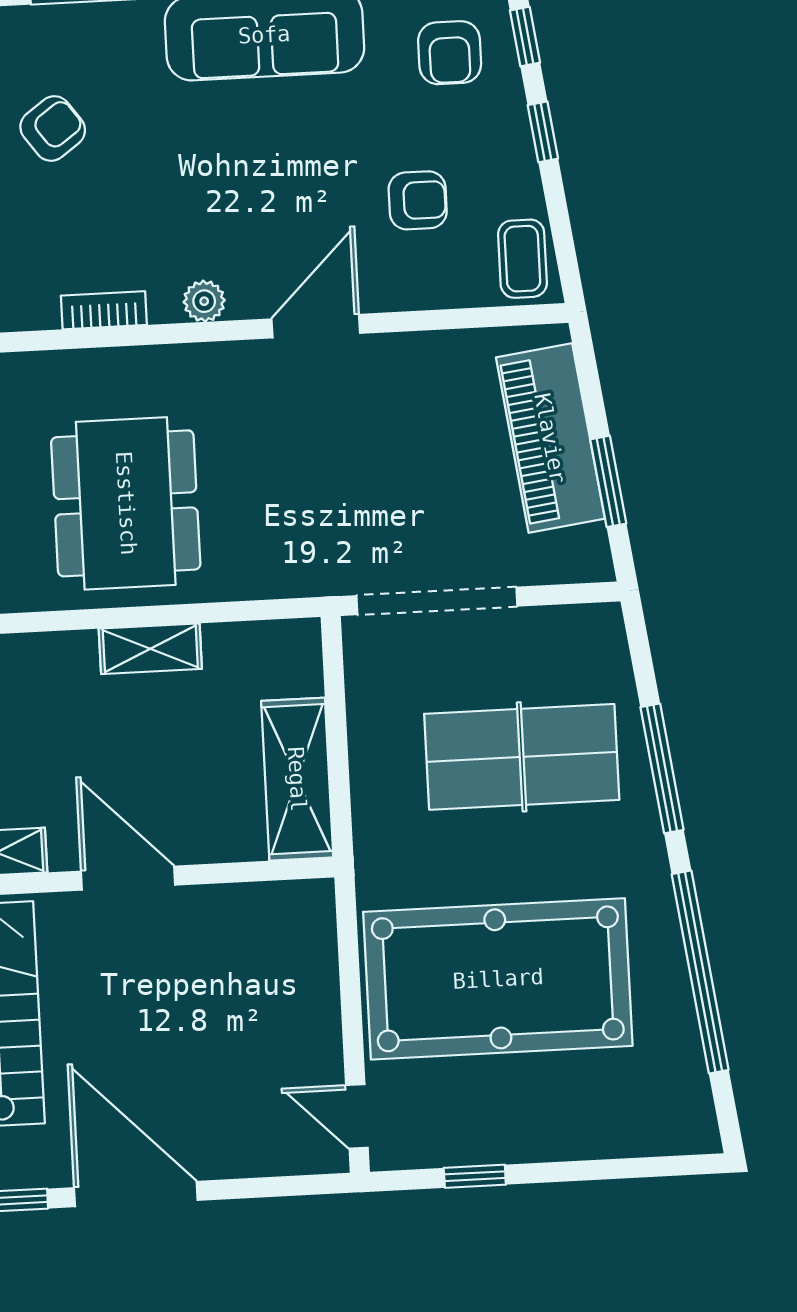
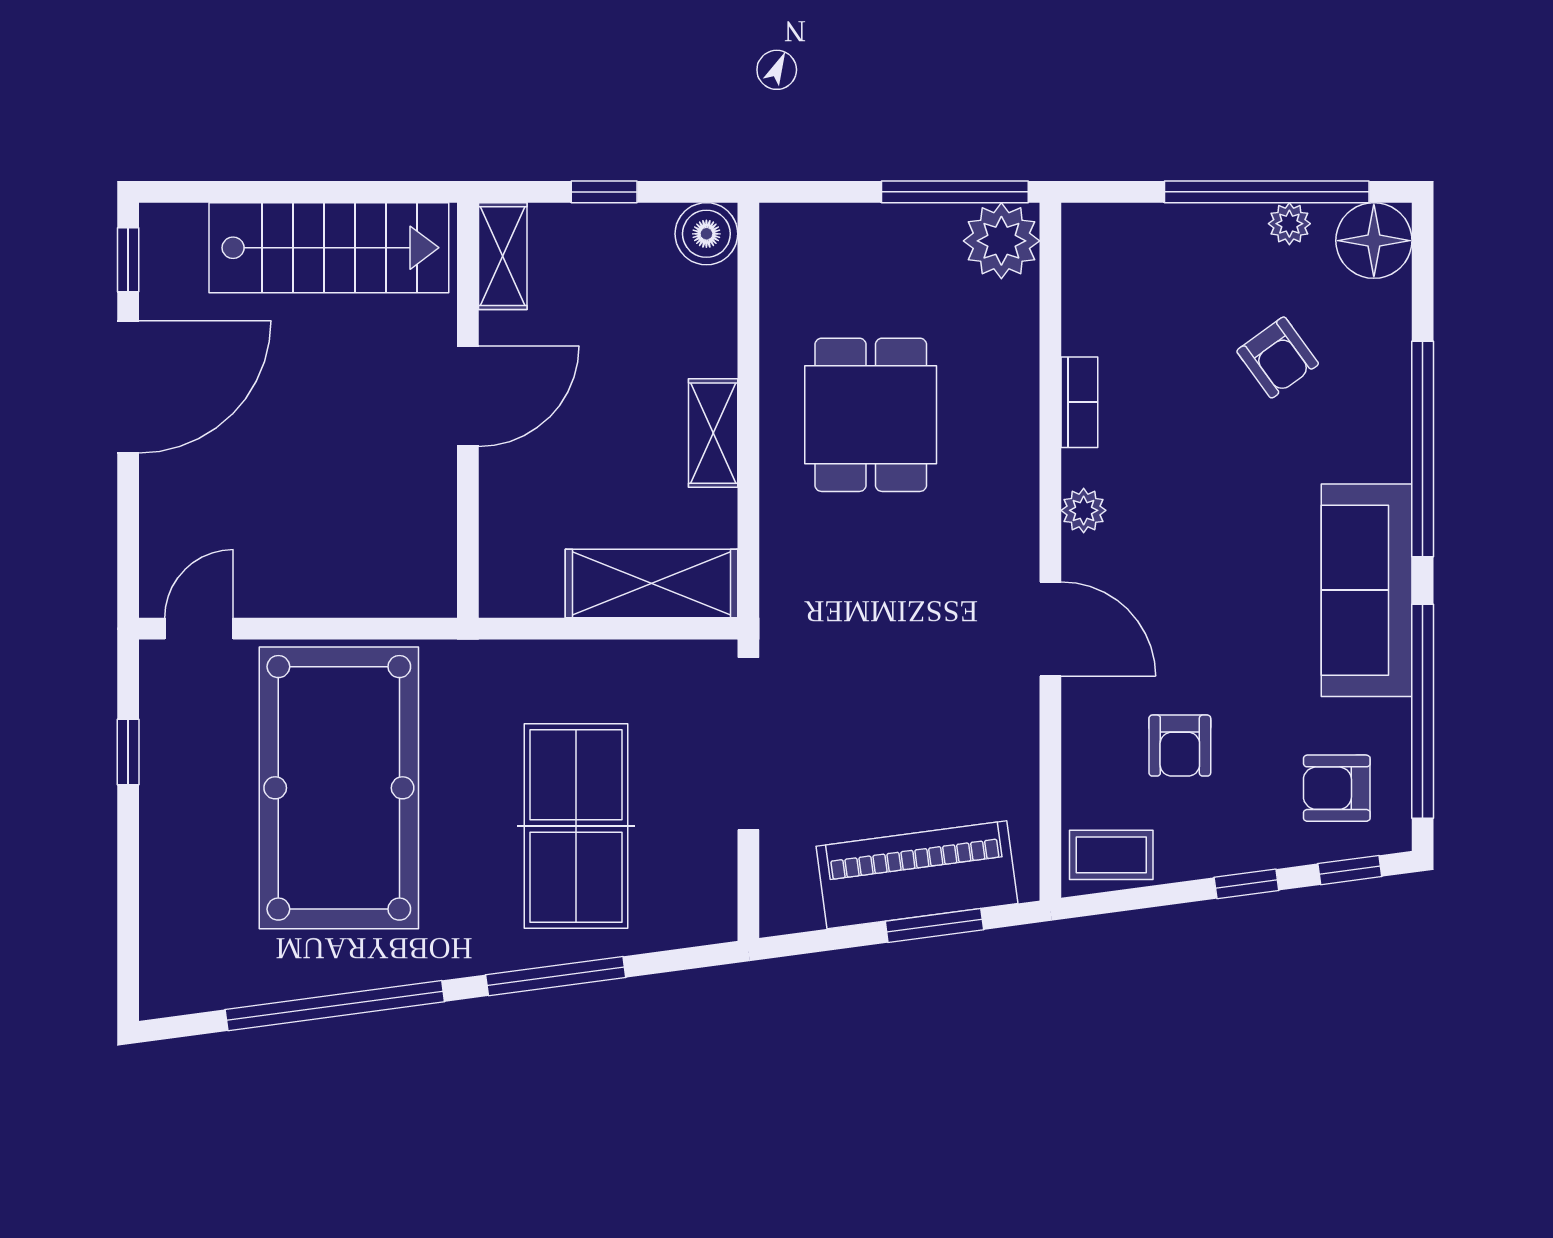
window: (608, 481) -> (934, 926), moved
dining table: (126, 503) -> (871, 415), width x0.73
shelving: (297, 779) -> (652, 583), moved

